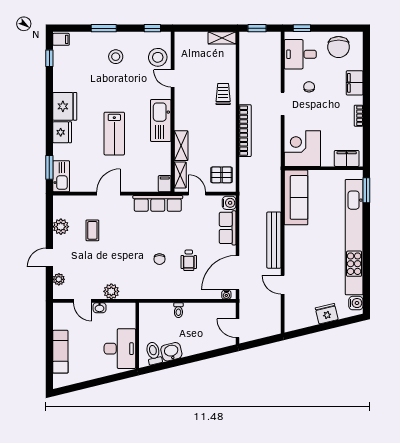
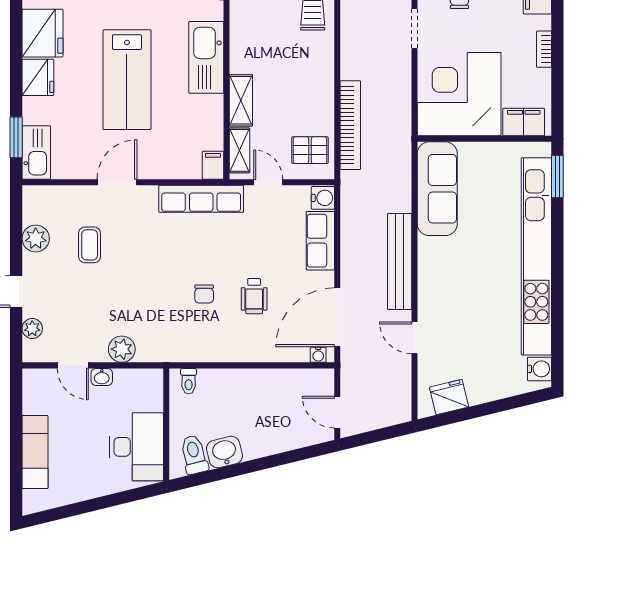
bookcase: (245, 131) -> (350, 125), moved
lab bench: (114, 134) -> (127, 80), width x1.36, depth x1.39
corner desk: (302, 149) -> (459, 94), width x1.36, depth x1.36
toilet: (178, 310) -> (189, 381), moved
fridge: (327, 314) -> (449, 397), moved

